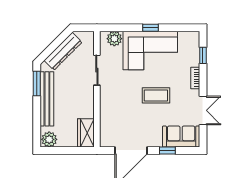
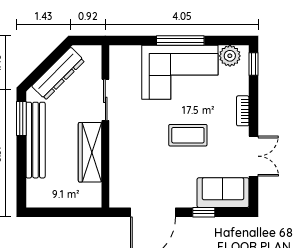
window: (151, 28) -> (180, 41), width x2.17
plant: (114, 39) -> (230, 56), moved
window: (203, 55) -> (254, 64), moved
wardrobe: (86, 133) -> (90, 152), moved, width x1.50
plant: (49, 139) -> (39, 197), removed

